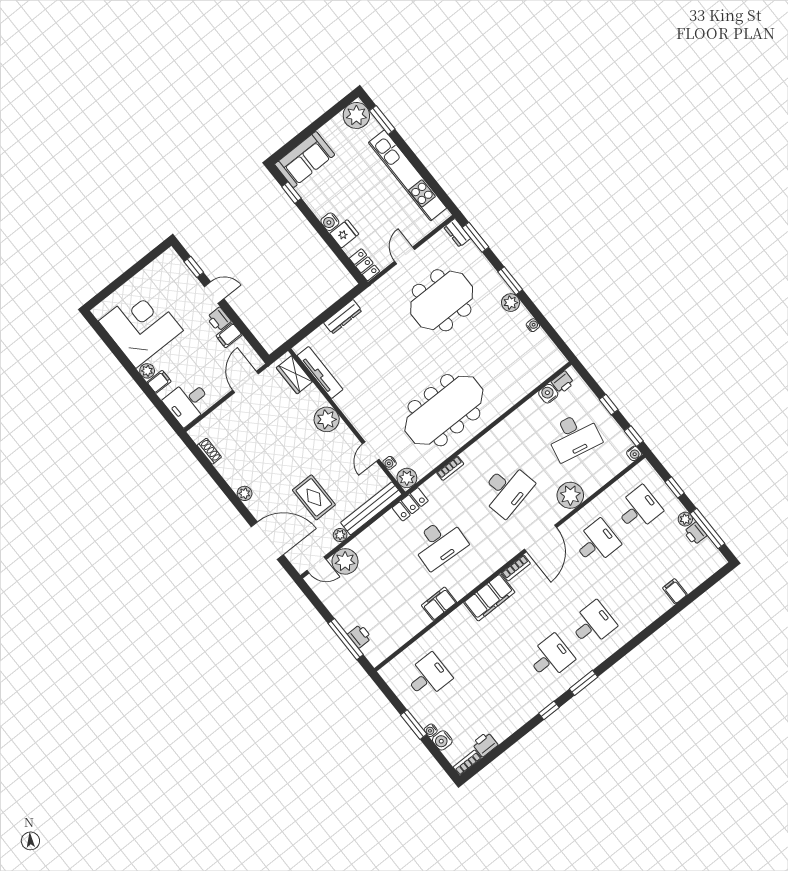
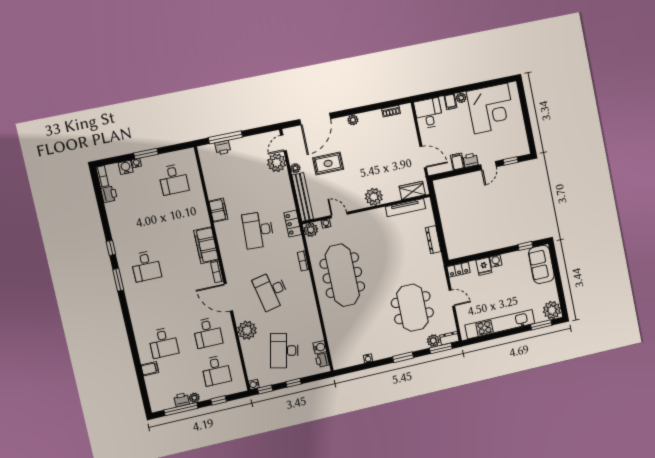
plant: (511, 303) -> (433, 341), moved
desk: (593, 624) -> (163, 343), moved

